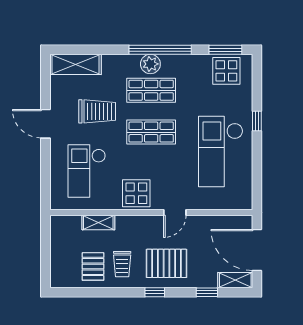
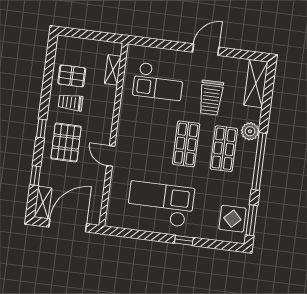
plant: (150, 64) -> (250, 131), moved
checkout: (87, 171) -> (158, 81), turned 180
display table: (136, 193) -> (133, 123), removed
shelving: (98, 223) -> (113, 70), moved

